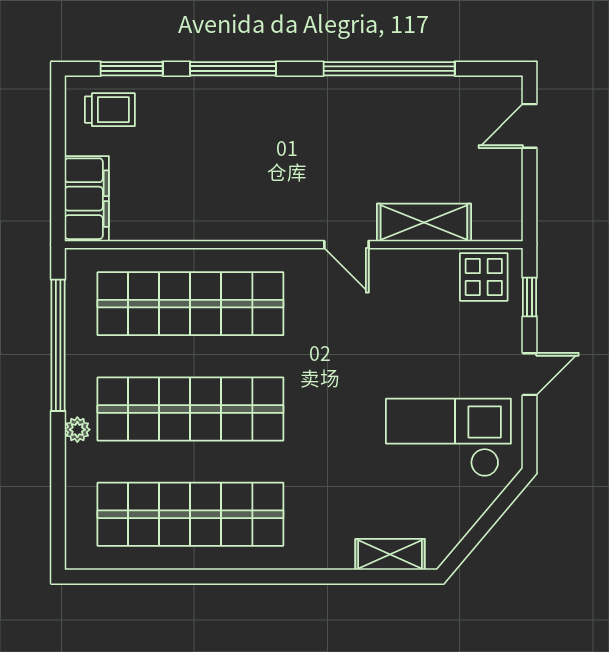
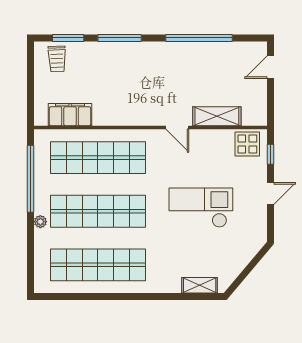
trolley: (110, 110) -> (57, 59), turned 88
filing cabinet: (87, 199) -> (70, 115), moved, turned -90
checkout: (448, 438) -> (201, 208), moved

